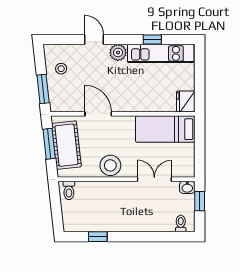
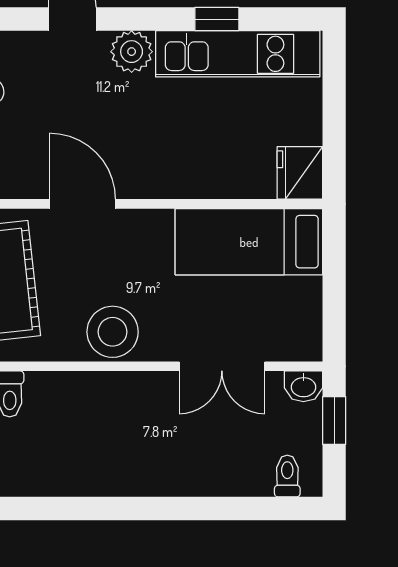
double door: (154, 179) -> (222, 366), swing flipped
window: (98, 237) -> (81, 509), removed

